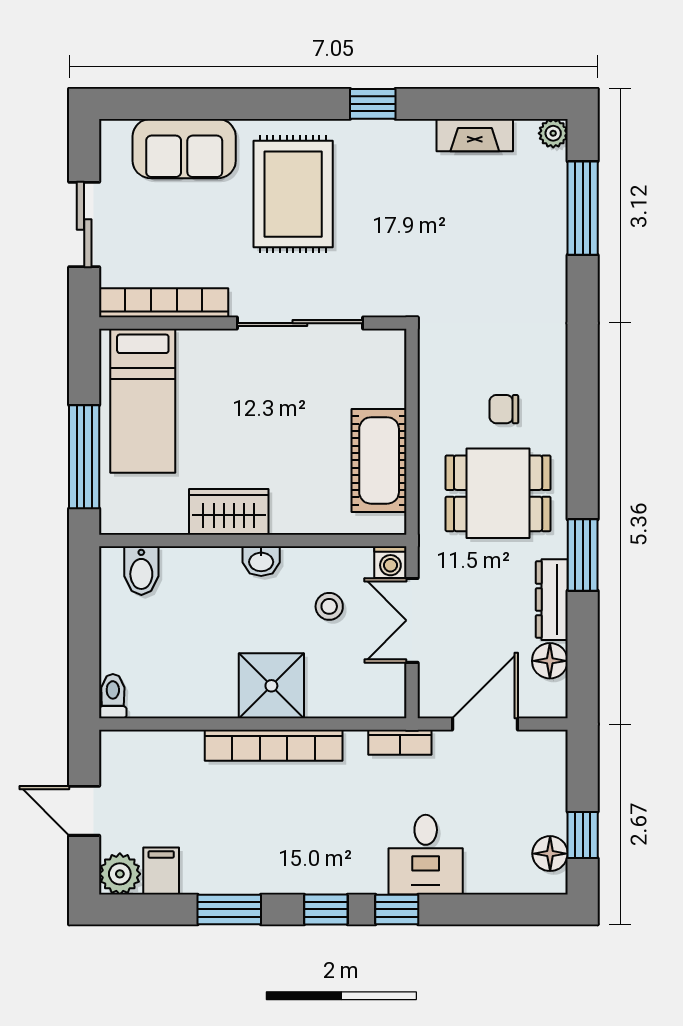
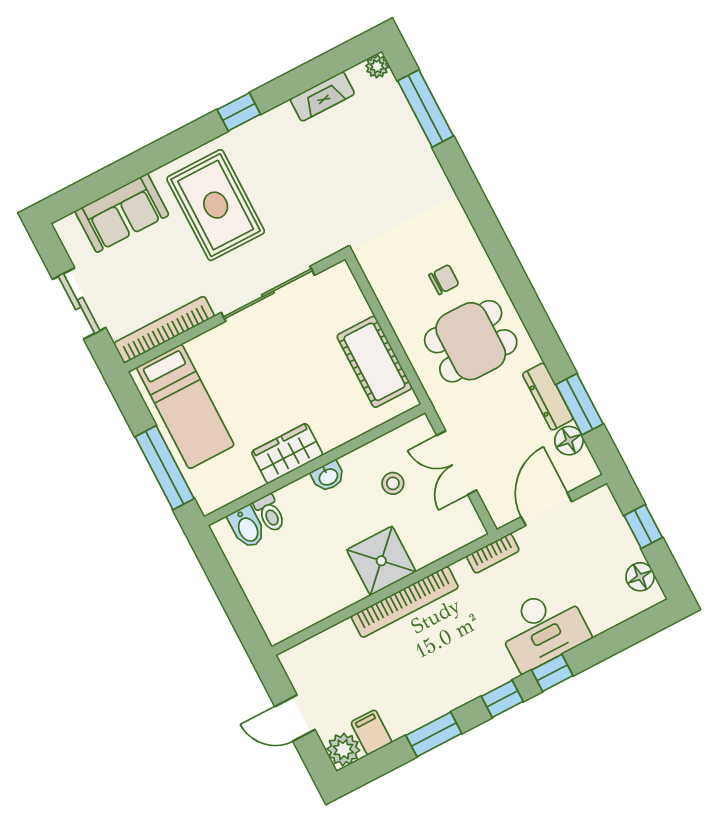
chair: (504, 409) -> (444, 280), turned 180
window: (583, 555) -> (579, 404), moved
washing machine: (390, 562) -> (420, 429), removed
toilet: (113, 696) -> (270, 513), moved, turned 180
window: (583, 835) -> (643, 527), moved
desk: (426, 855) -> (543, 628), width x1.37

